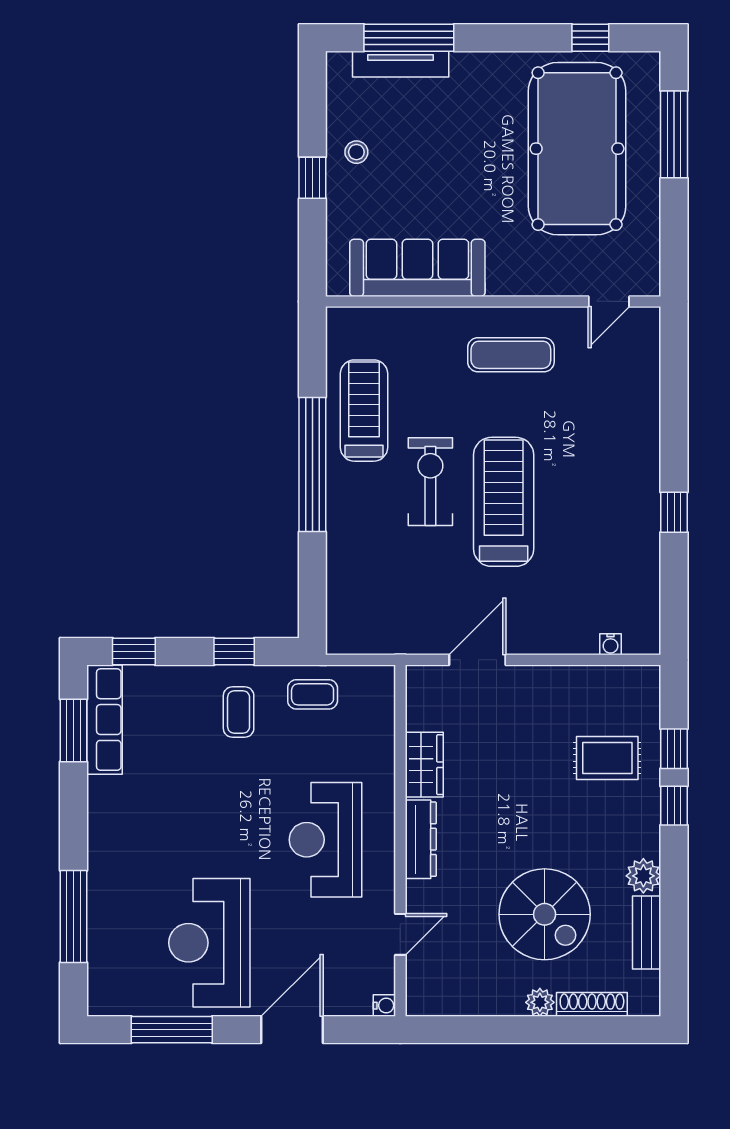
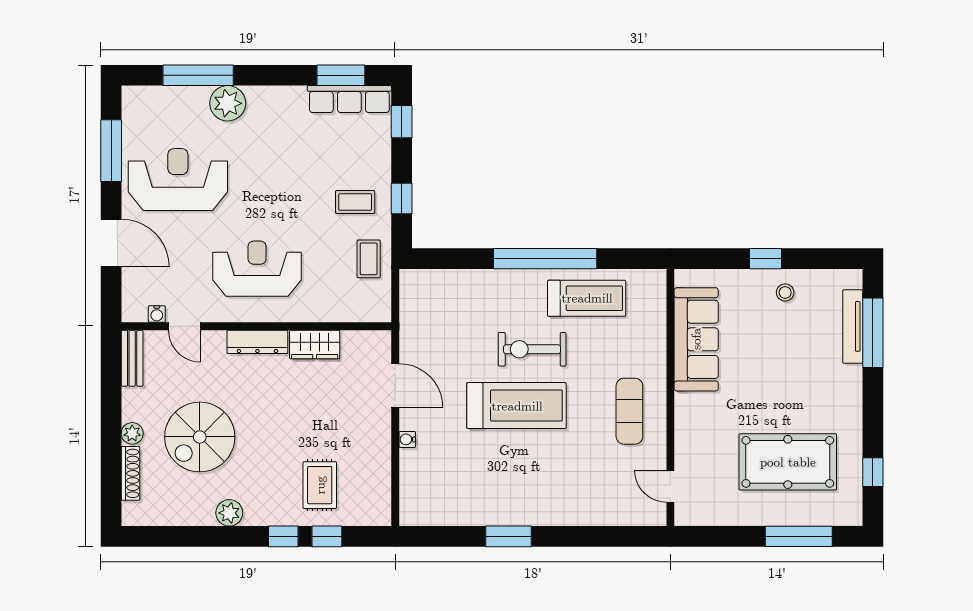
pool table: (577, 149) -> (788, 462), width x0.73, depth x0.76
exercise bike: (430, 482) -> (532, 349), turned 180
window: (674, 512) -> (509, 536), width x1.50
water cooler: (610, 644) -> (407, 439), moved
plant: (110, 878) -> (228, 103), added
bench: (647, 933) -> (132, 358), moved, turned 90
water cooler: (384, 1006) -> (157, 314), moved

